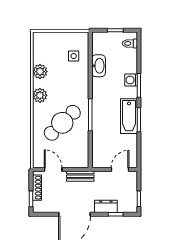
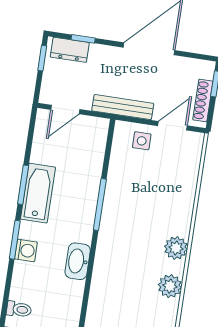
side table: (74, 56) -> (142, 141), moved
washbasin: (99, 66) -> (78, 261), moved
cafe table: (62, 123) -> (147, 198), removed
door: (53, 170) -> (172, 126), swing flipped
bench: (80, 176) -> (123, 107), width x1.36
dresser: (106, 206) -> (70, 50), moved

